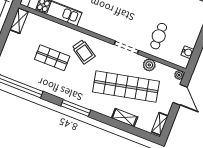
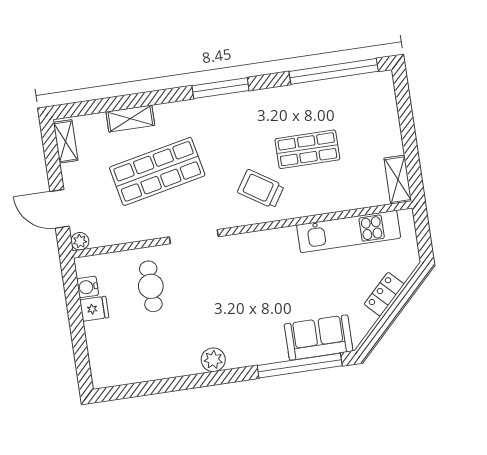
fridge: (190, 41) -> (94, 309), added
plant: (149, 65) -> (139, 229), removed
shop shelf: (126, 87) -> (157, 171), width x0.71

